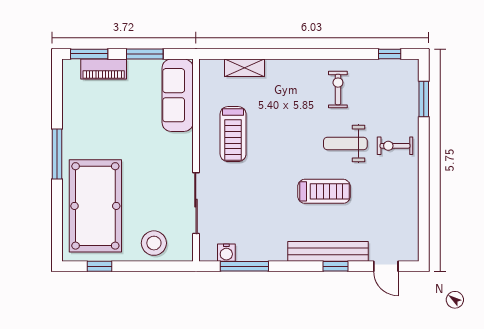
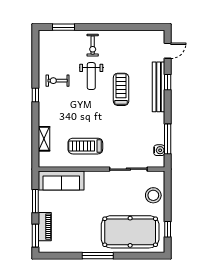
window: (390, 54) -> (35, 95), moved
treadmill: (233, 134) -> (85, 146), turned 180

